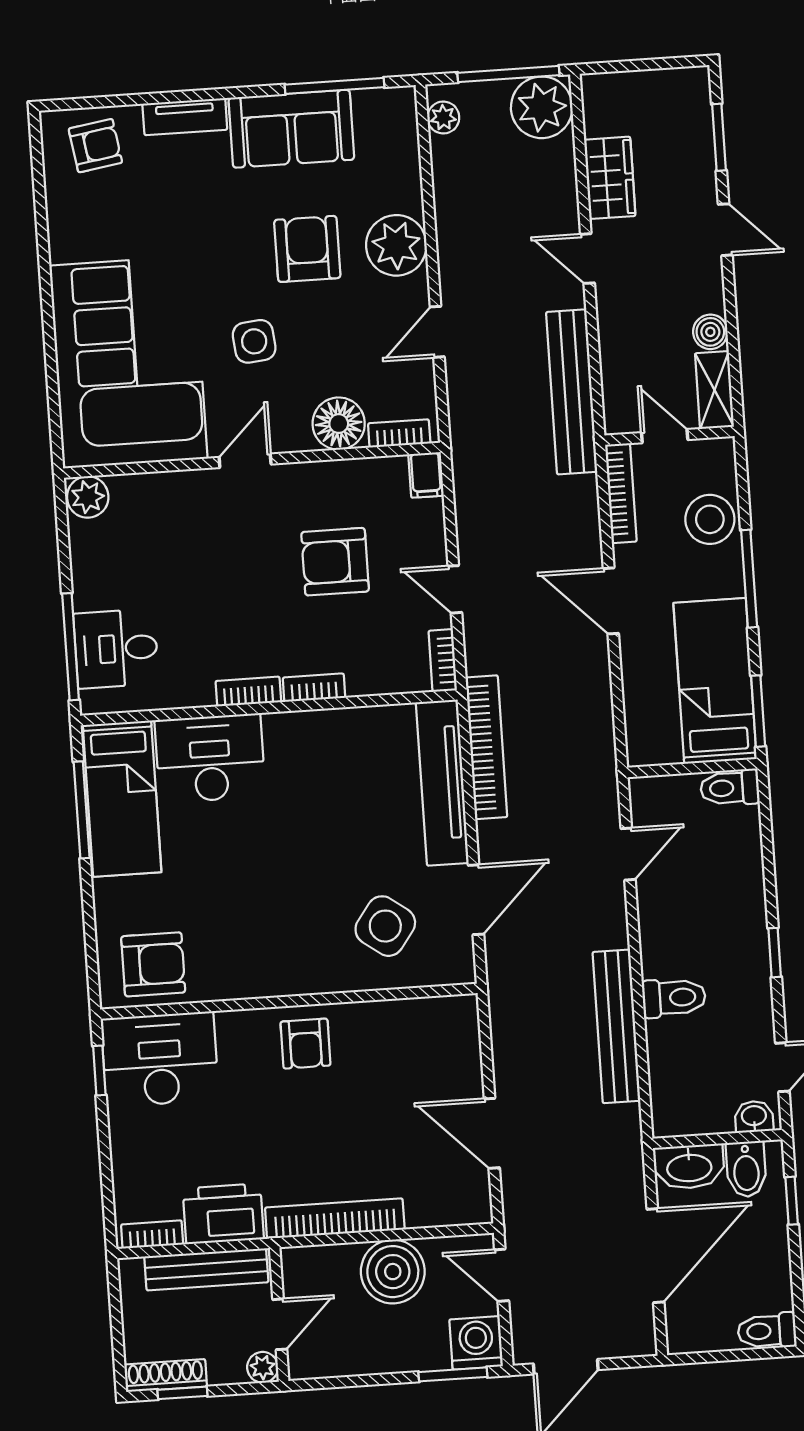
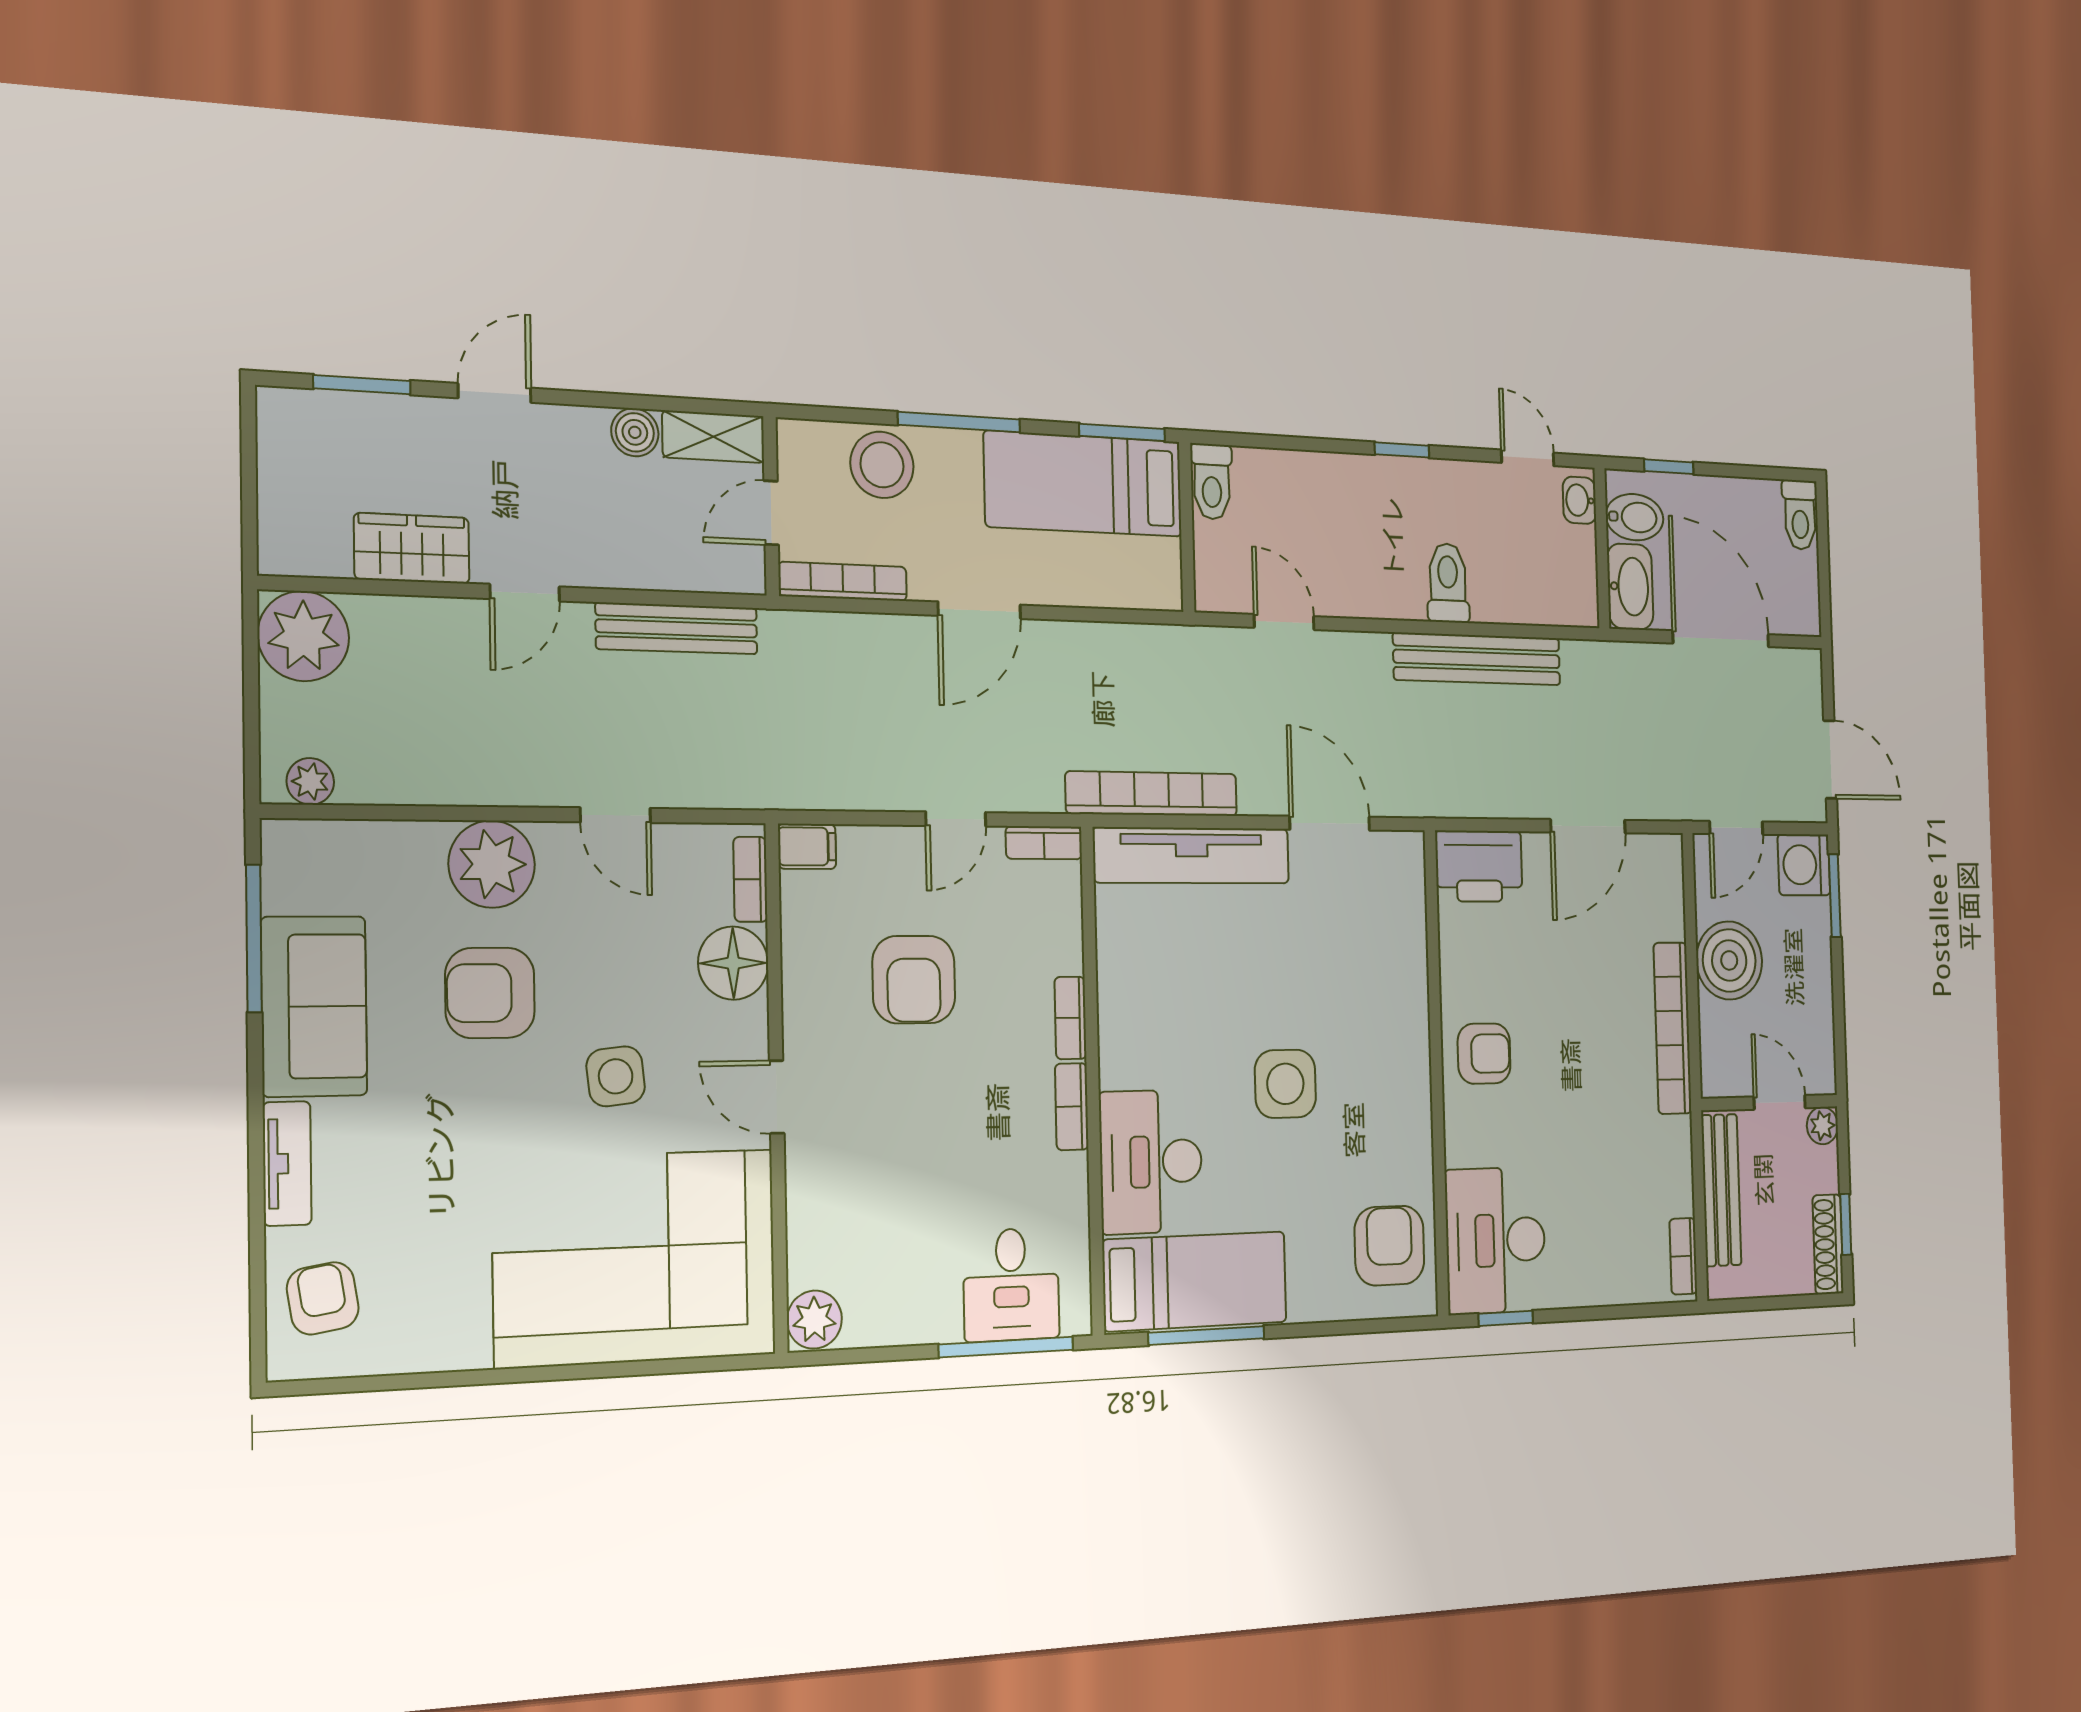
window: (508, 74) -> (251, 680), removed
bench: (572, 392) -> (677, 628), width x0.73, depth x0.82
side table: (385, 926) -> (1285, 1084), moved, turned -36
printer: (223, 1214) -> (1479, 866), moved, turned -90

